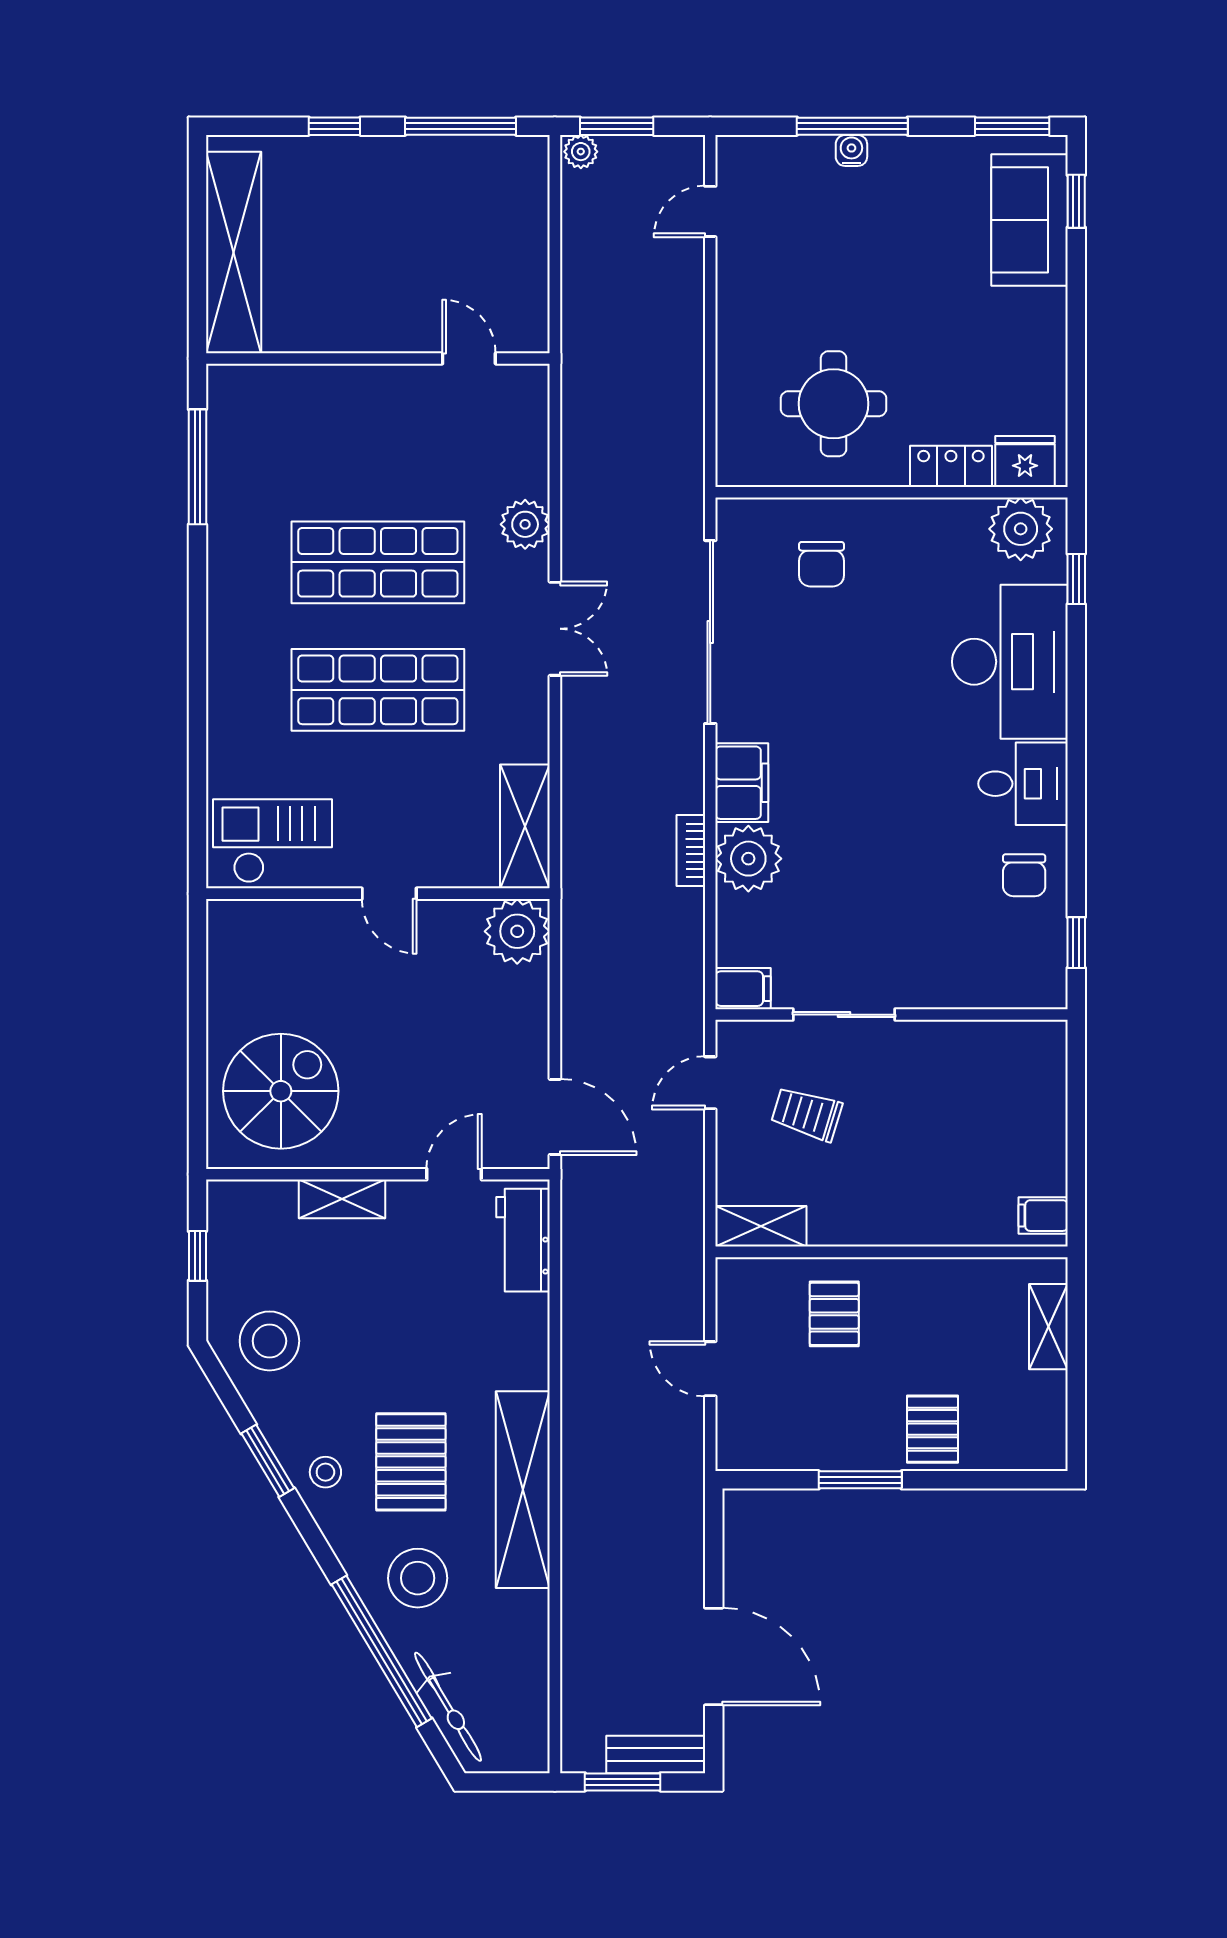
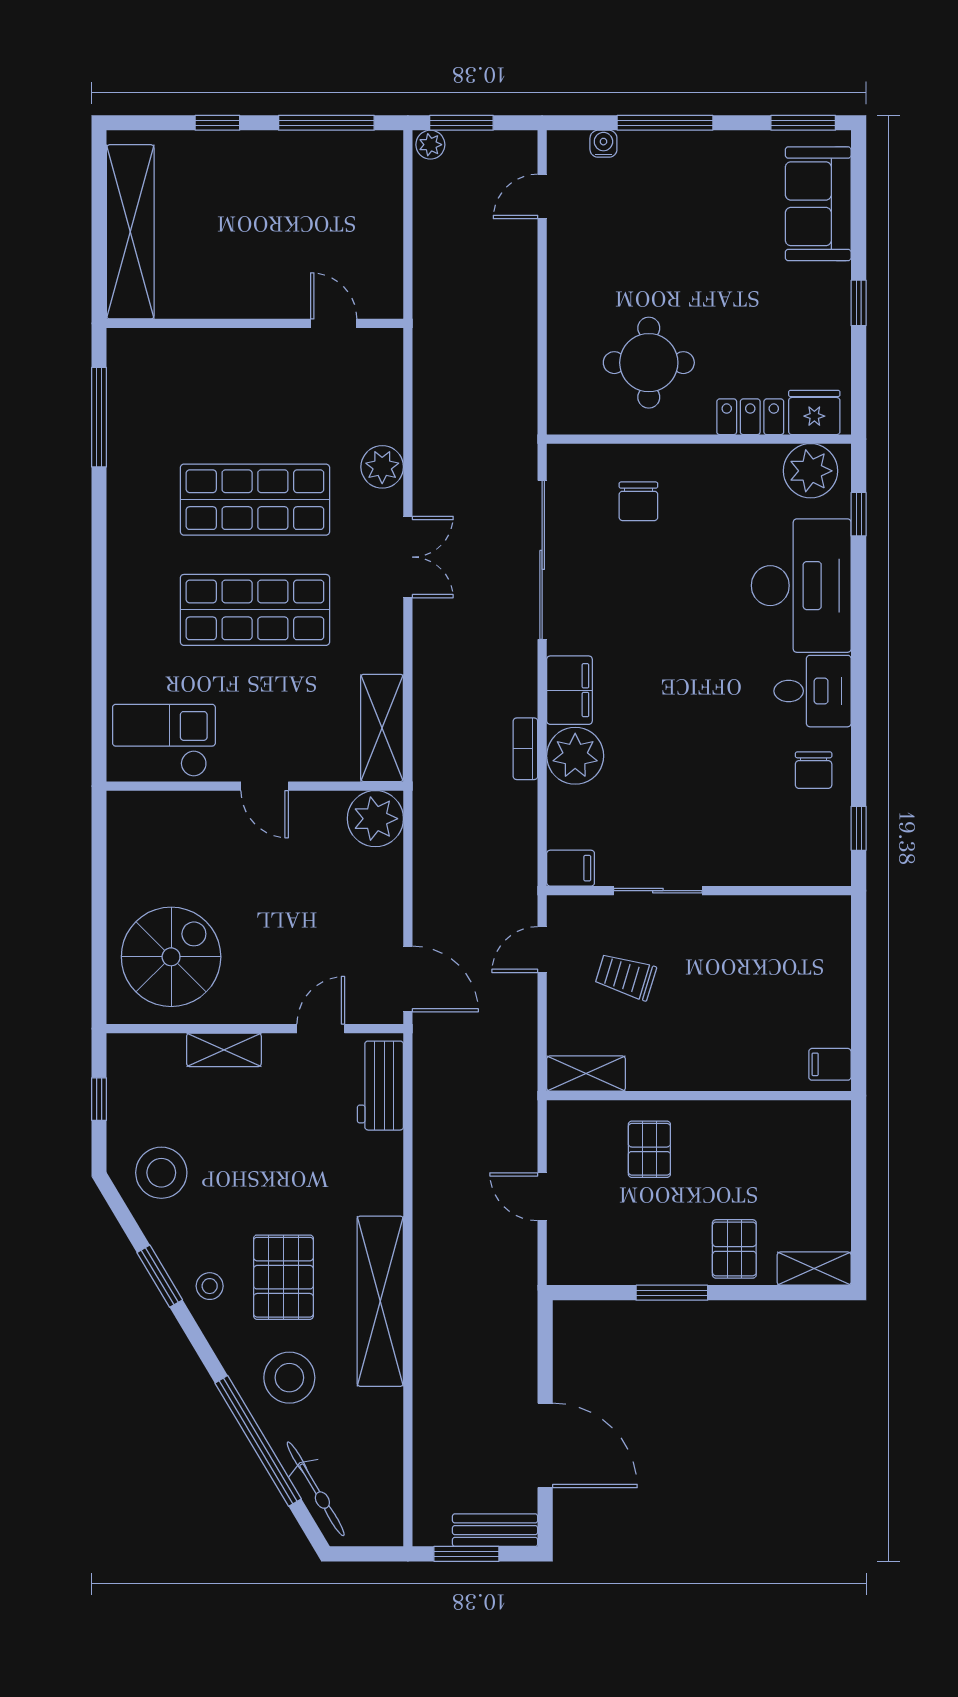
water cooler: (851, 150) -> (603, 144), moved
window: (1076, 201) -> (859, 303), moved
shelving: (1048, 1327) -> (814, 1269), moved, turned 90

